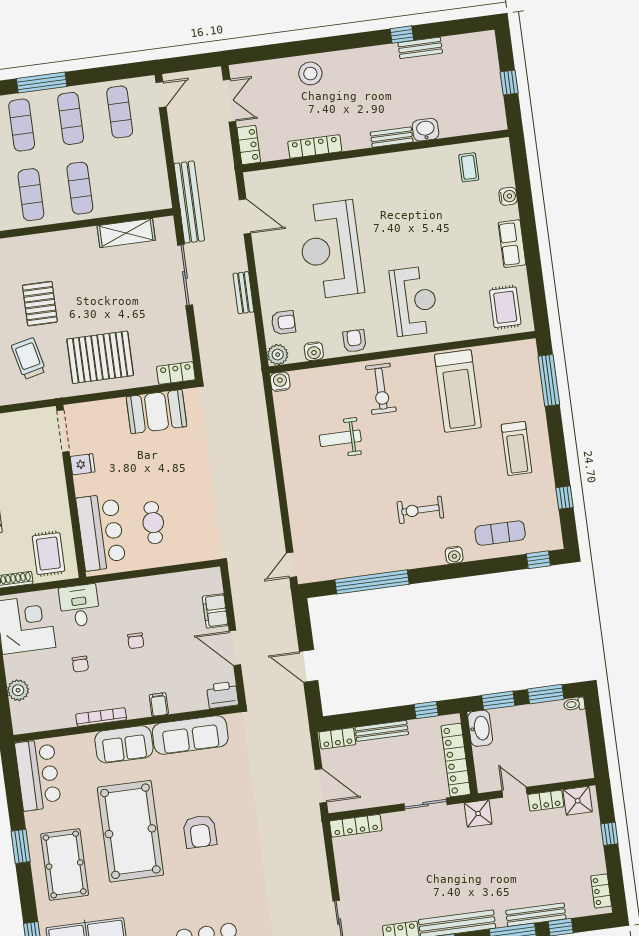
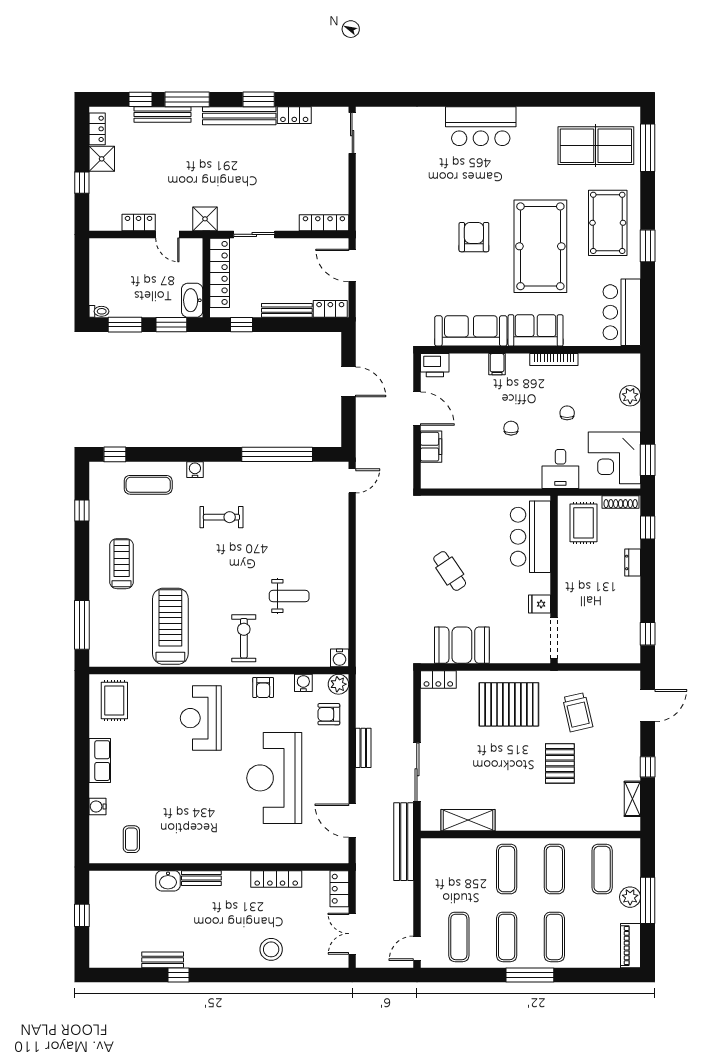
reception desk: (331, 250) -> (274, 778), turned 180
cafe table: (153, 523) -> (450, 571), moved, turned -34
shower: (578, 801) -> (102, 159), moved

